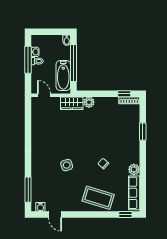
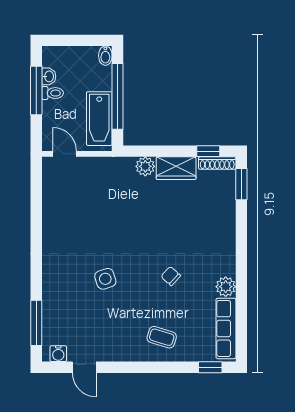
wardrobe: (72, 103) -> (176, 168), moved
window: (143, 132) -> (241, 184), moved
coffee table: (98, 198) -> (162, 337), width x0.54, depth x0.58

